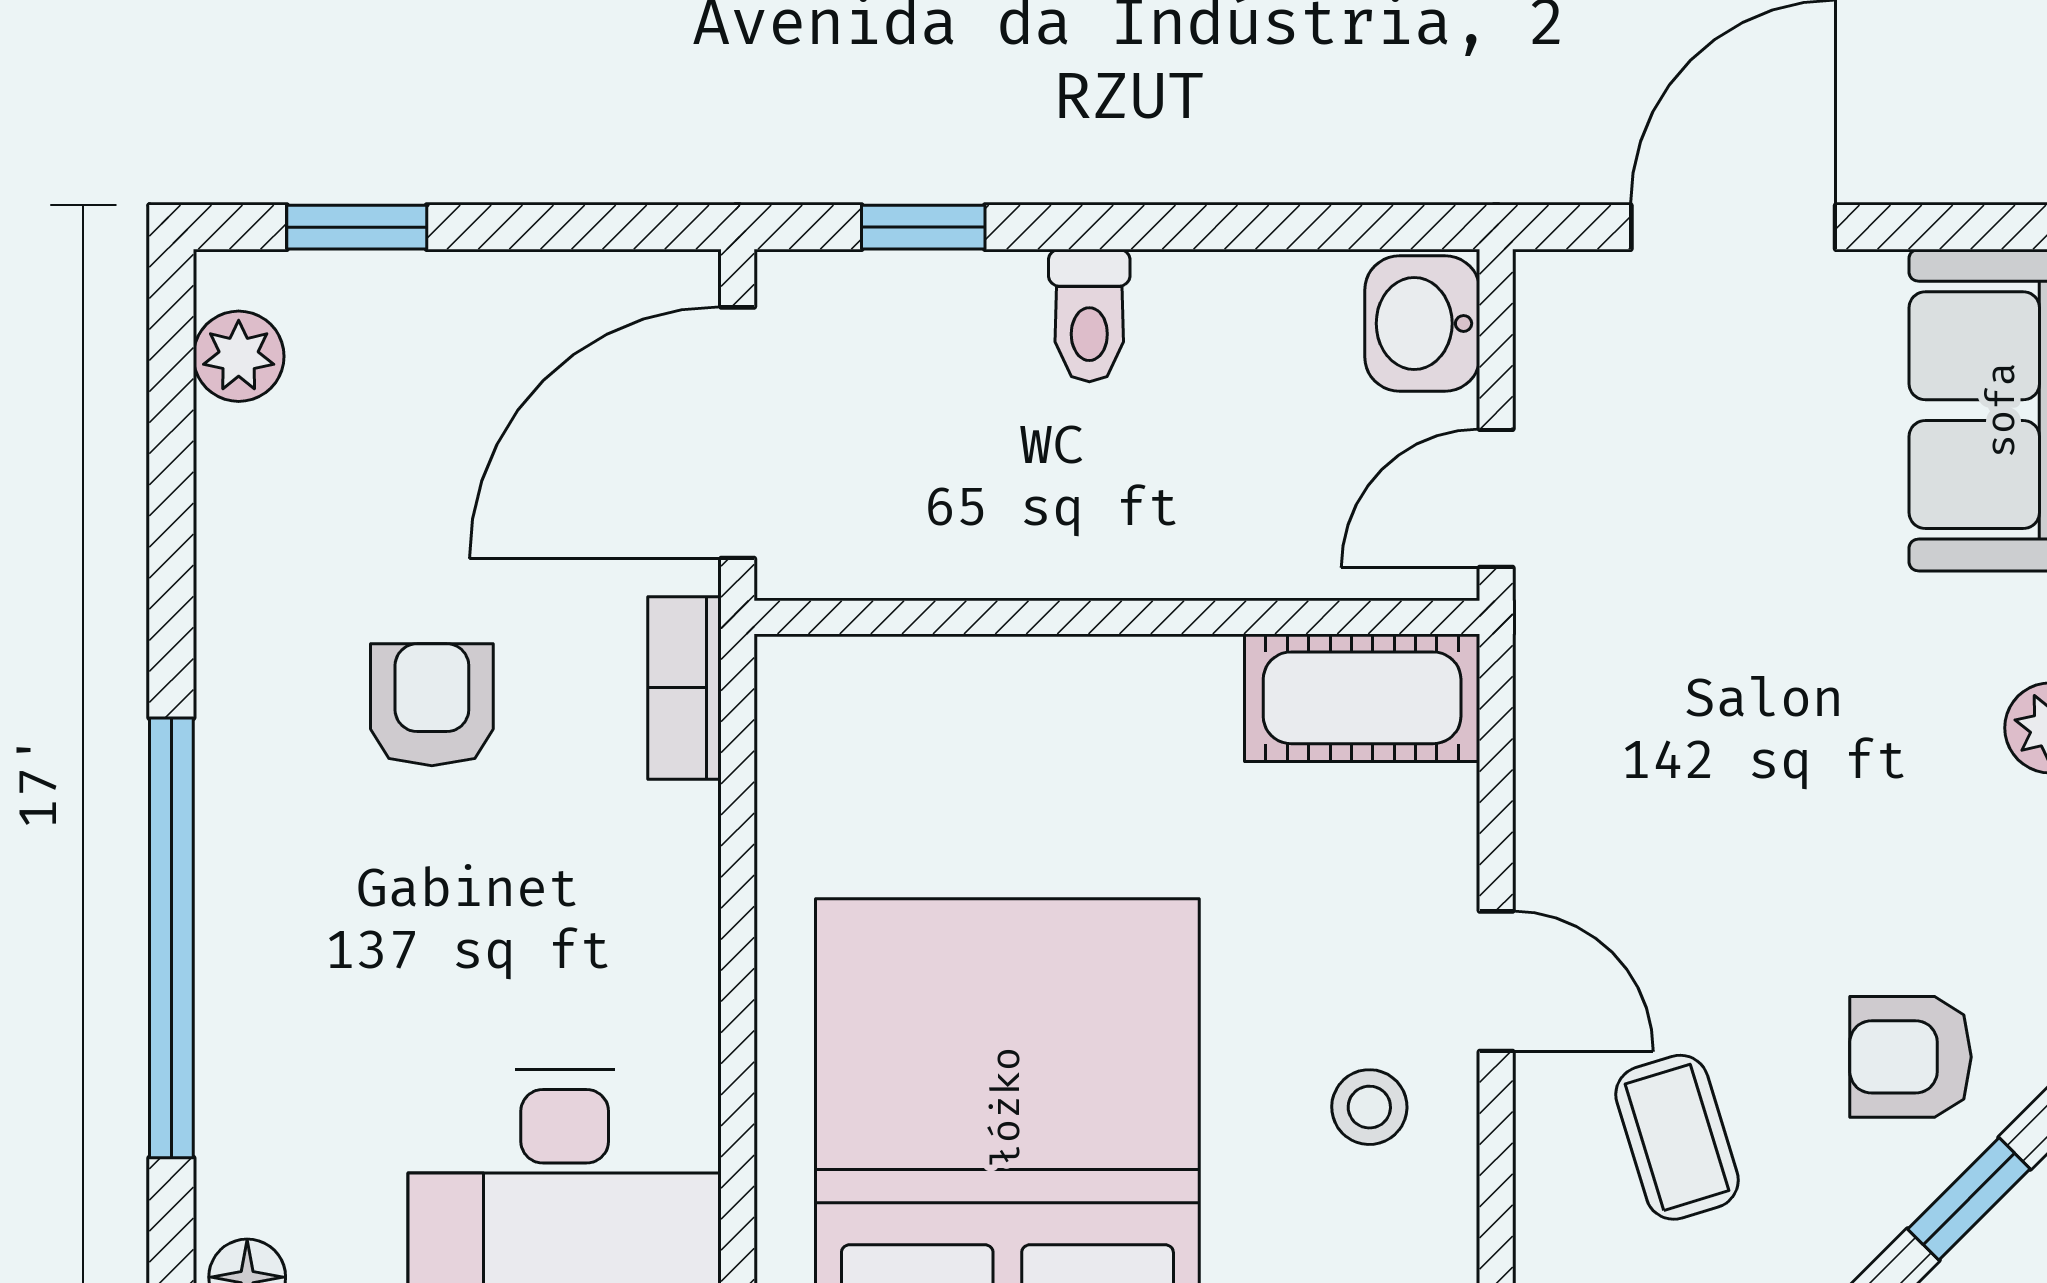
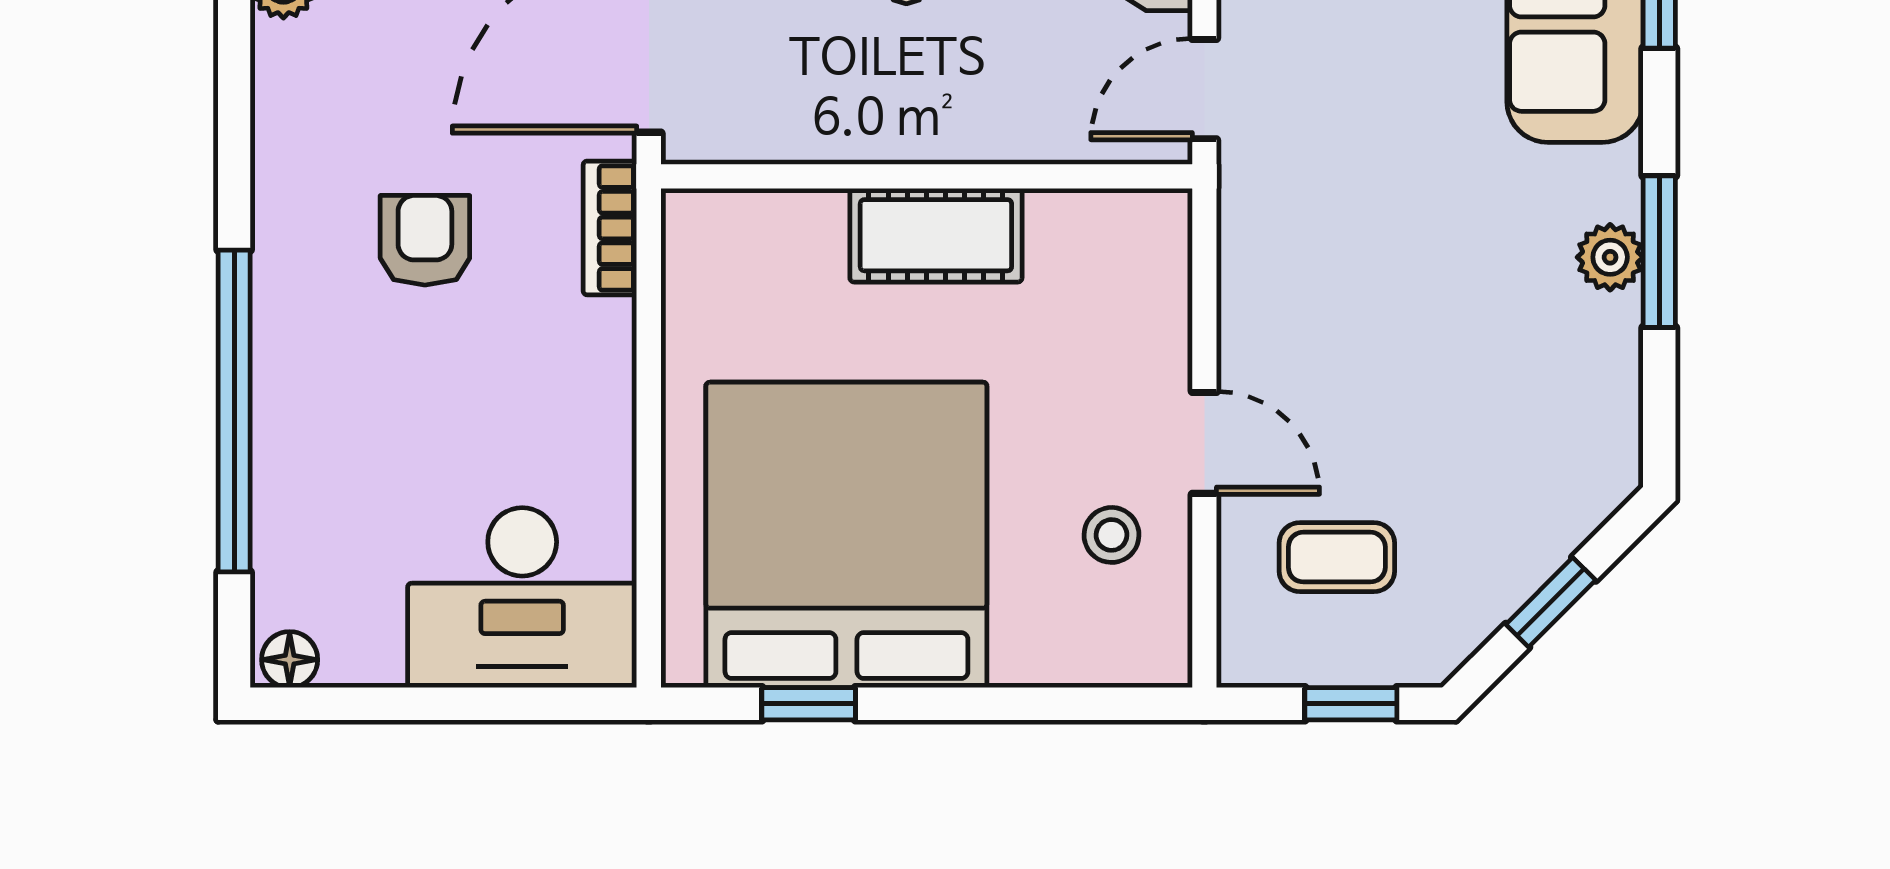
cot: (1362, 698) -> (936, 235), moved
armchair: (1910, 1057) -> (1508, 498), removed
coffee table: (1677, 1137) -> (1337, 557), turned -73

